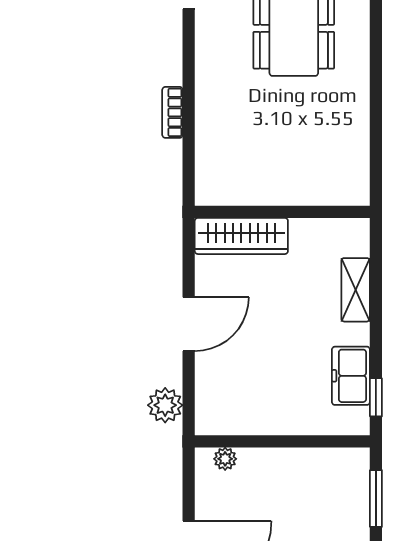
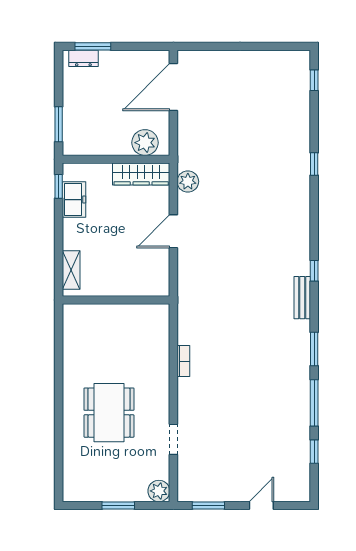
wardrobe: (241, 236) -> (141, 174), moved, turned 180
shelving: (356, 290) -> (71, 270), moved
plant: (225, 459) -> (145, 143), width x1.88, depth x1.88

